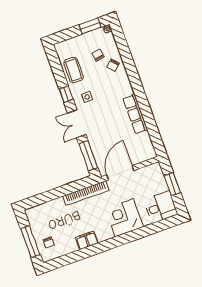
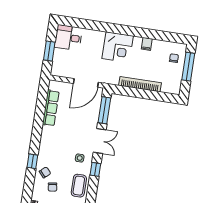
window: (131, 69) -> (32, 161), added
row of seats: (135, 114) -> (51, 108), moved
bookcase: (86, 193) -> (140, 84), moved
corner desk: (124, 218) -> (118, 47), moved
filing cabinet: (87, 240) -> (147, 44), width x0.50

